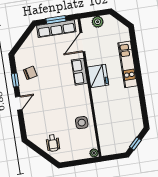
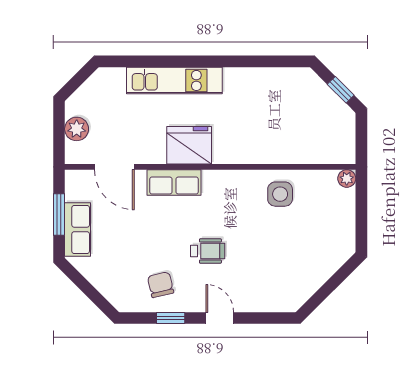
row of seats: (56, 29) -> (78, 229), width x0.68
wheelchair: (53, 143) -> (208, 251), moved

